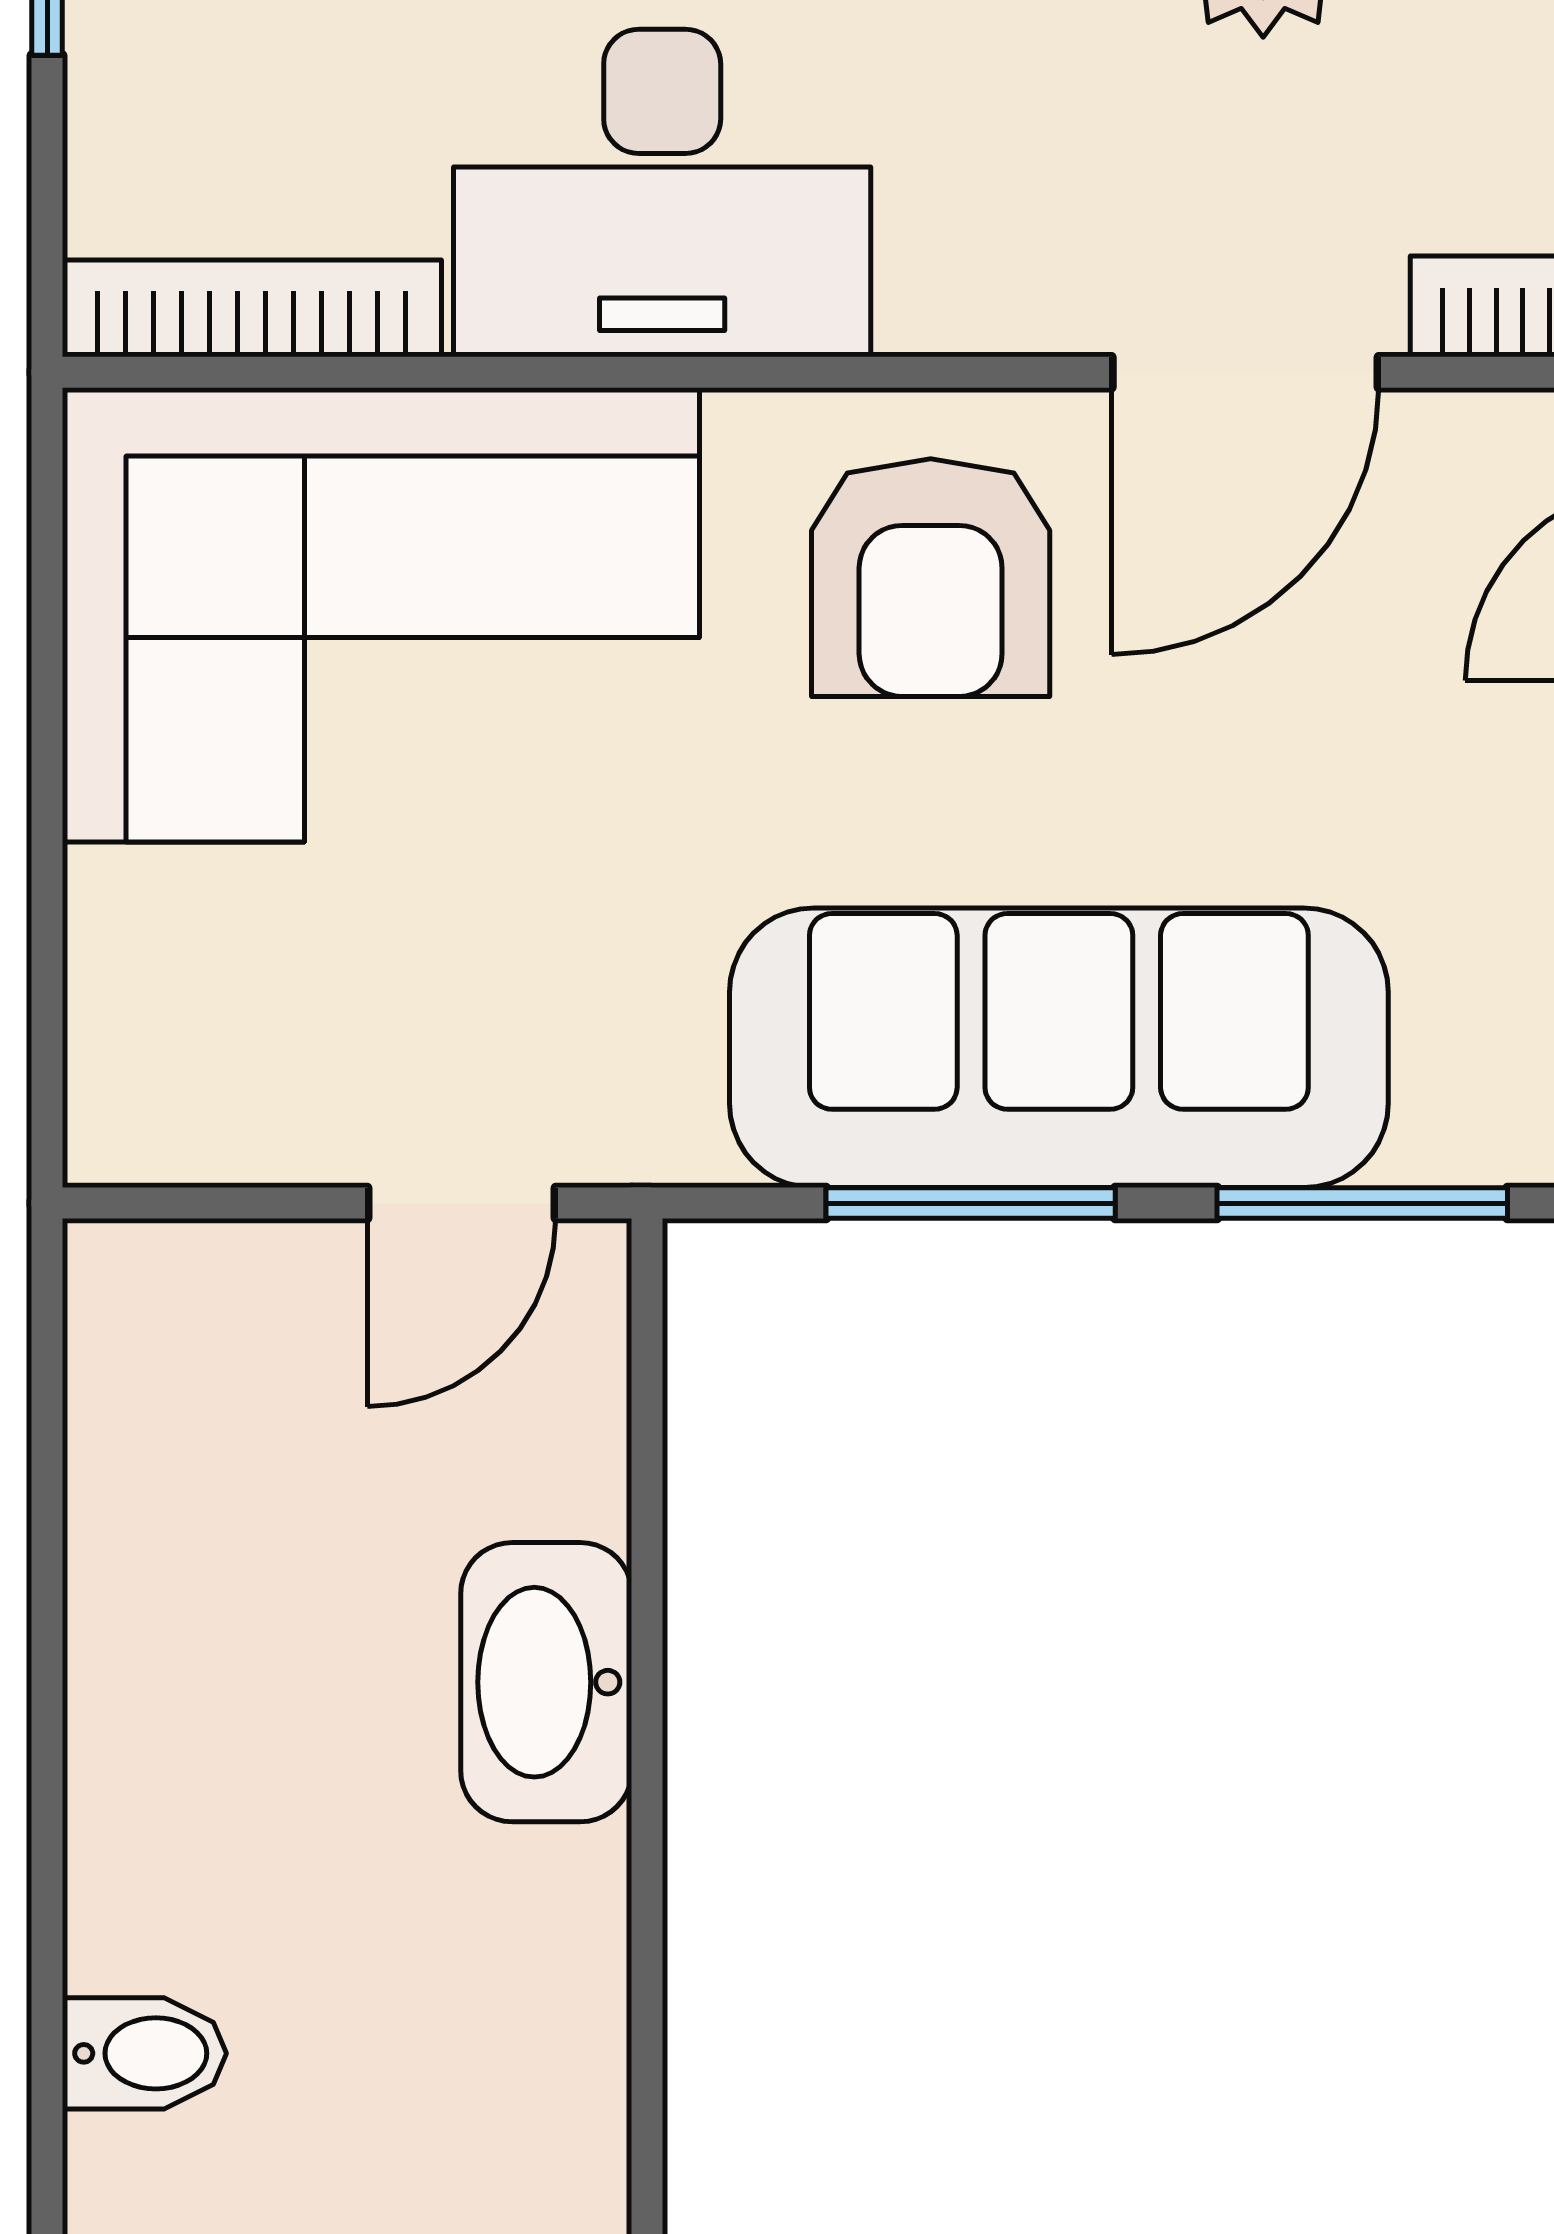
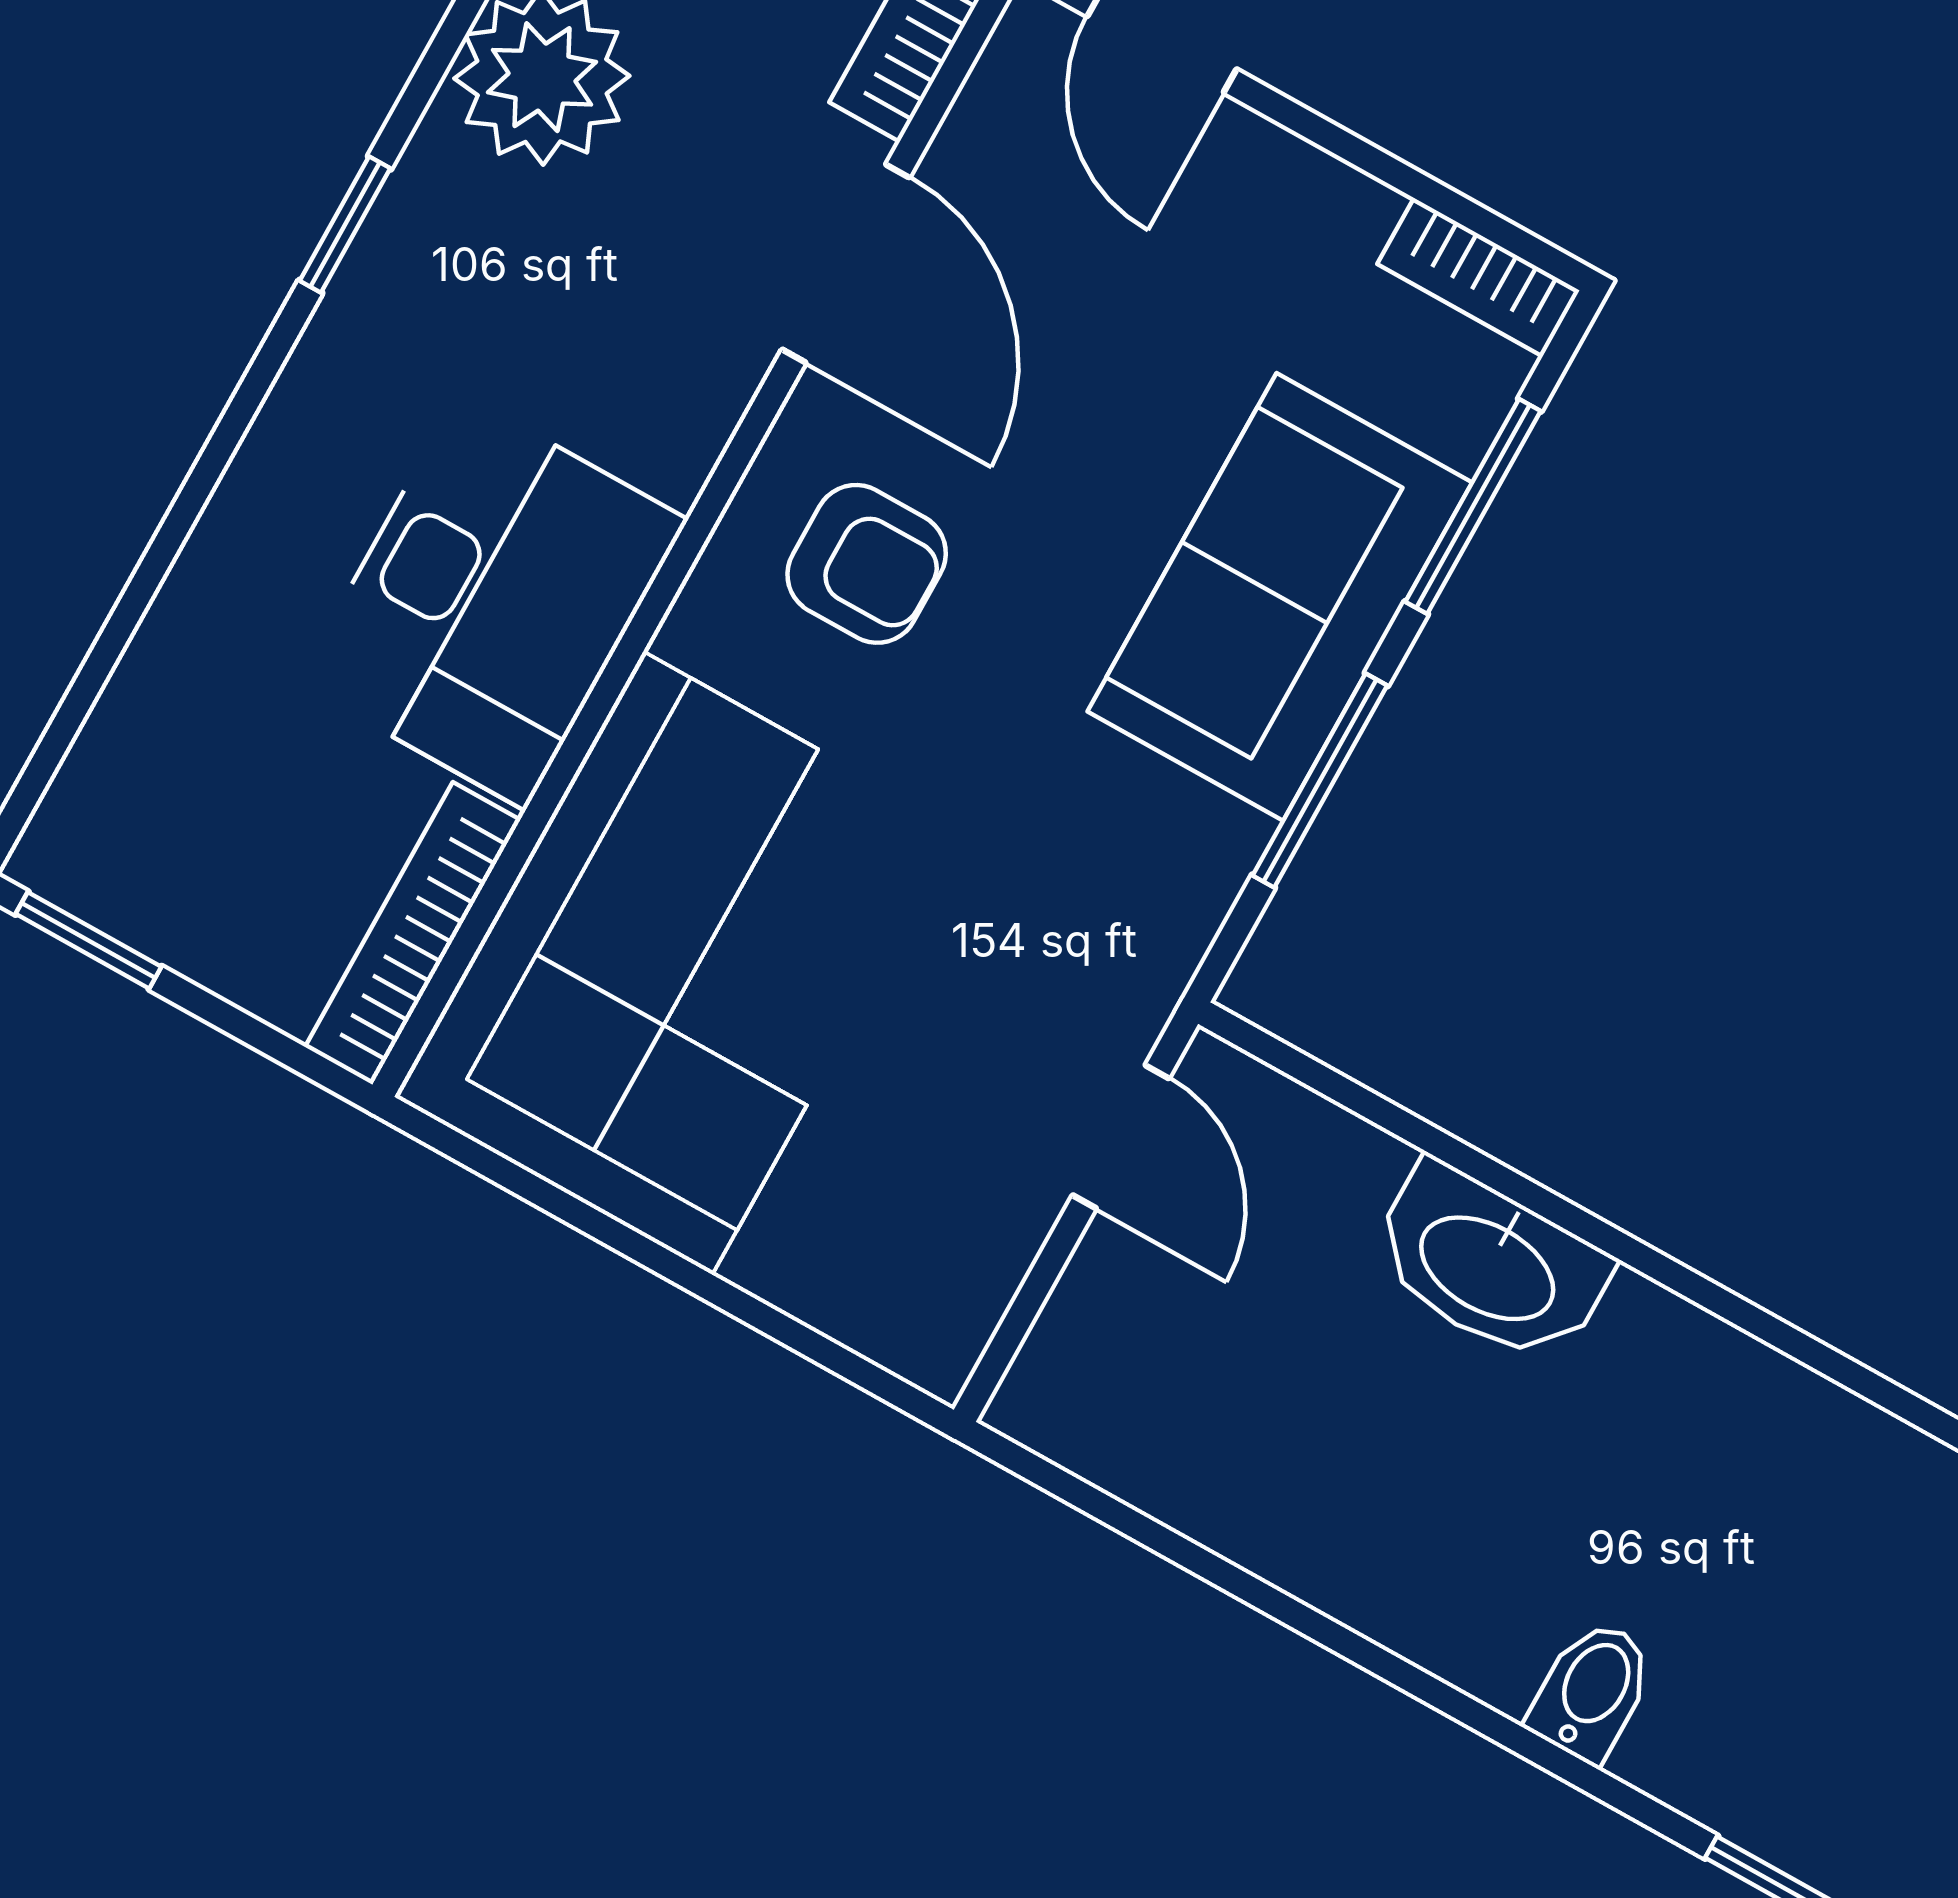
armchair: (931, 578) -> (867, 564), width x0.72, depth x0.72
sofa: (1059, 1048) -> (1280, 597), width x0.73

